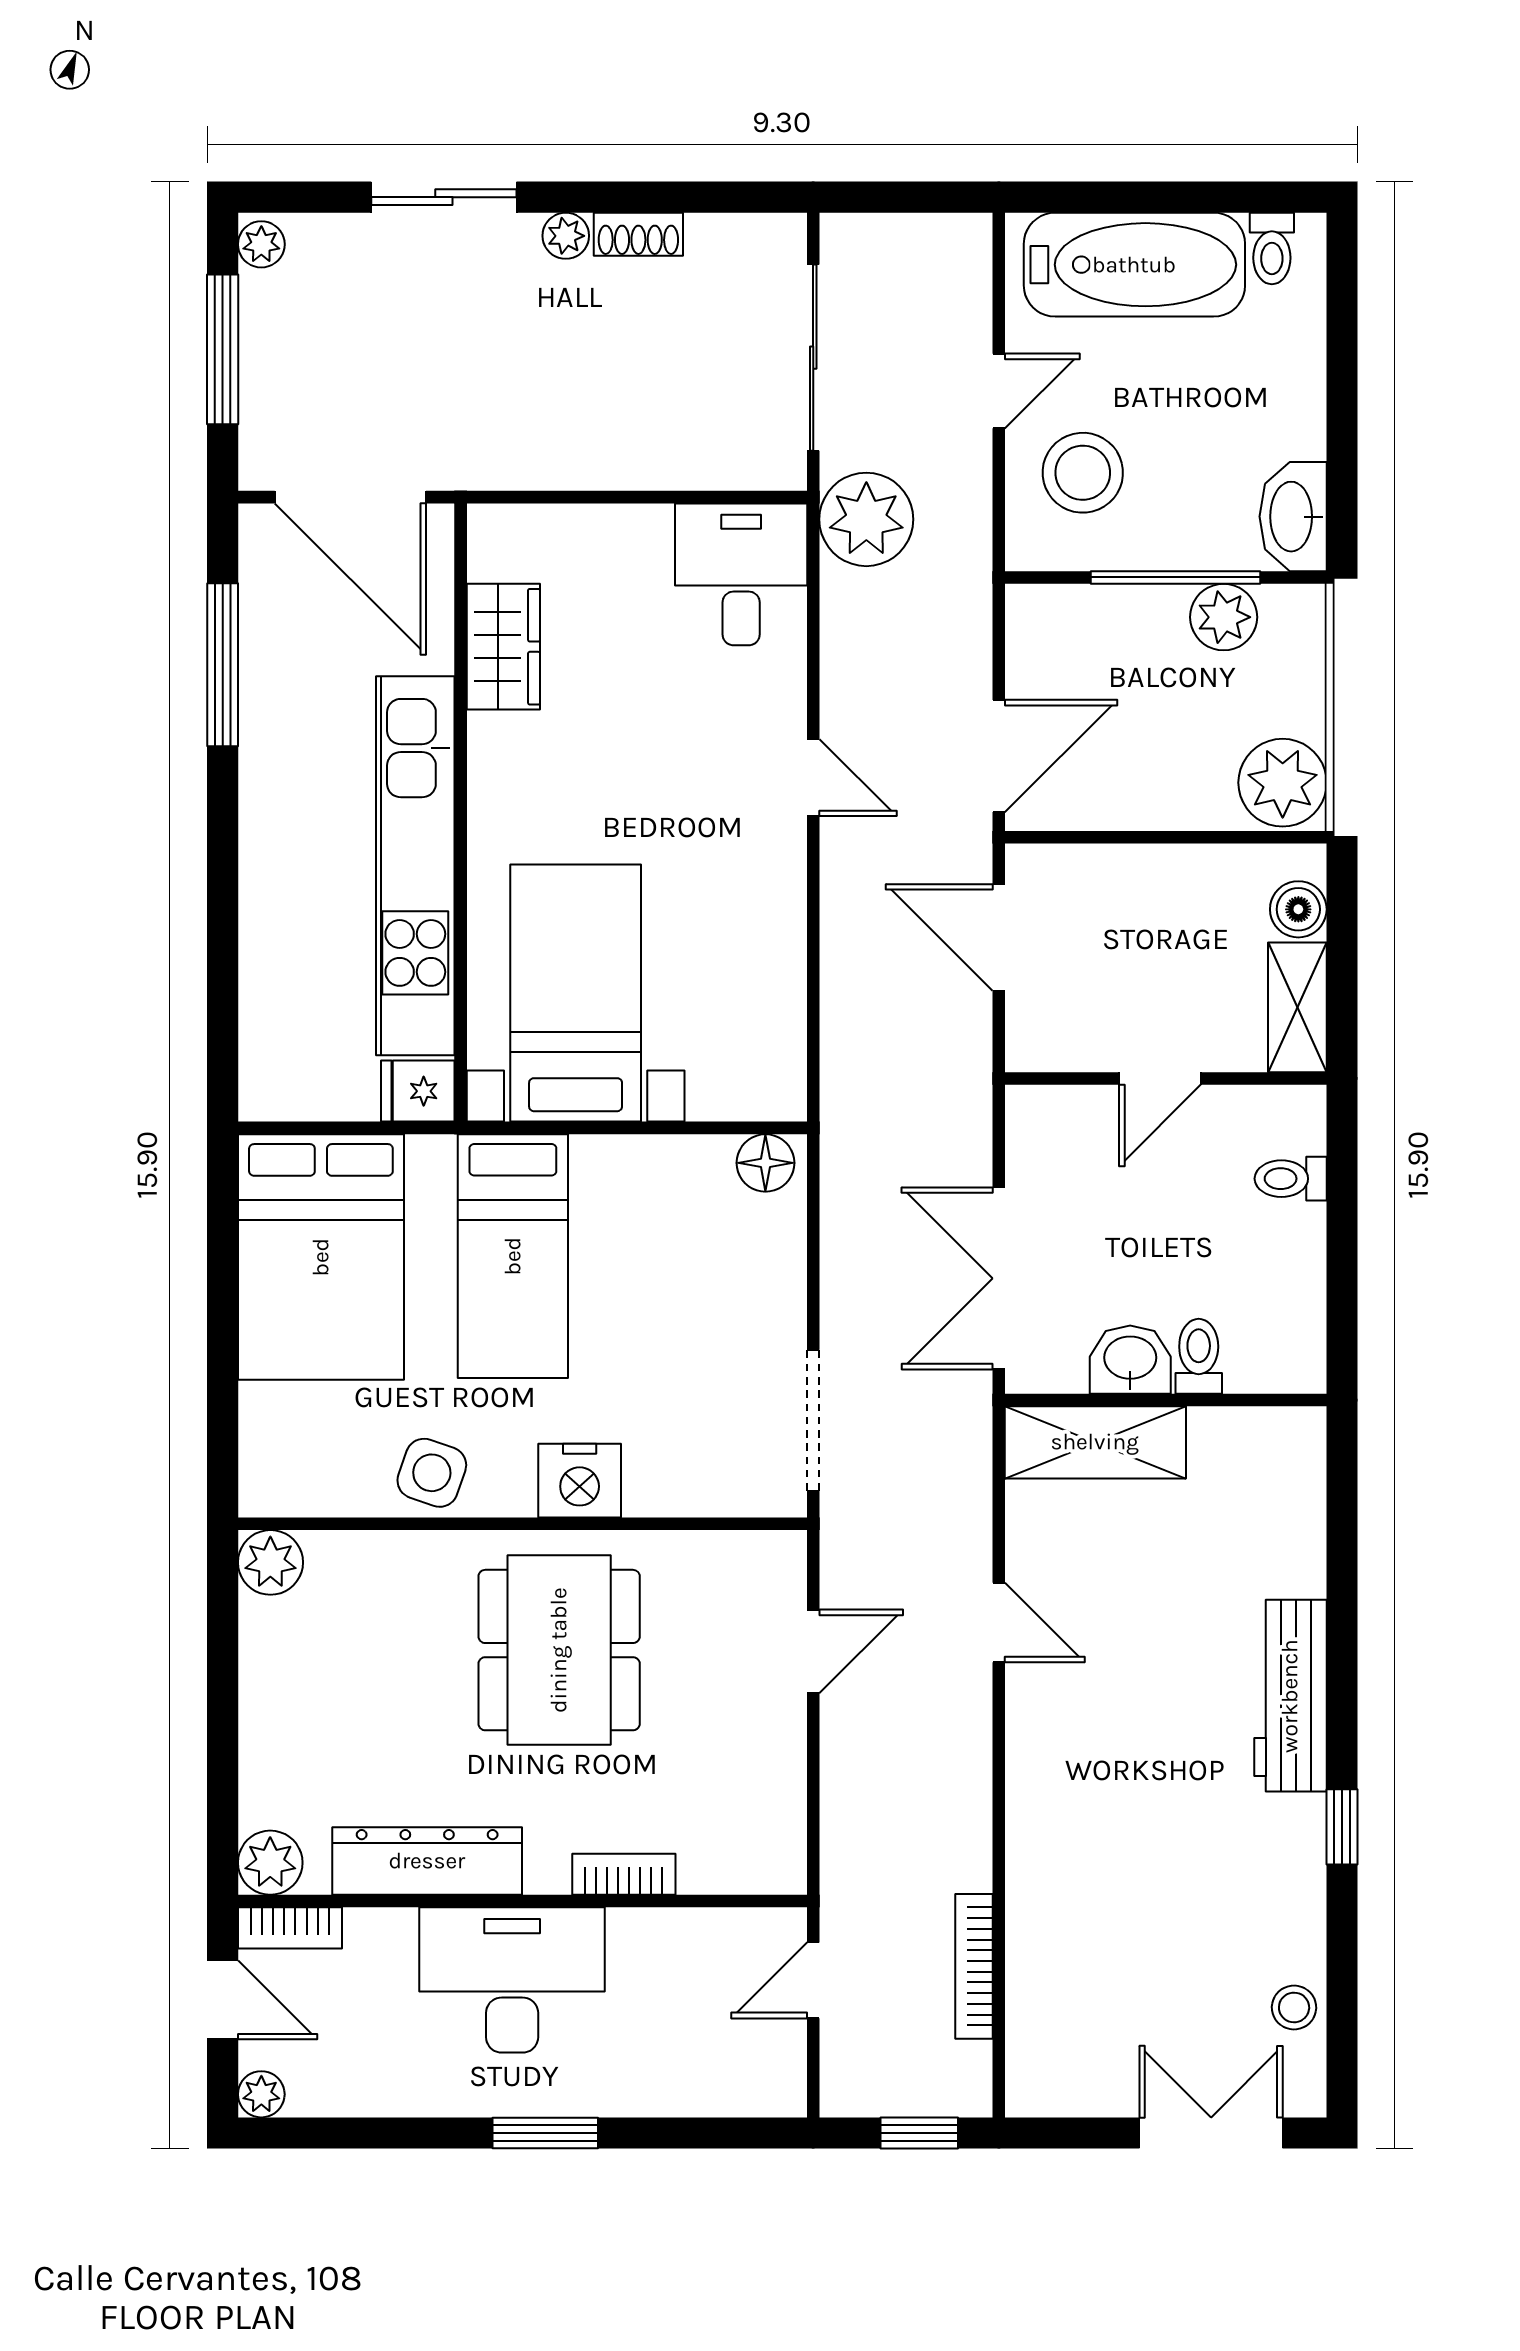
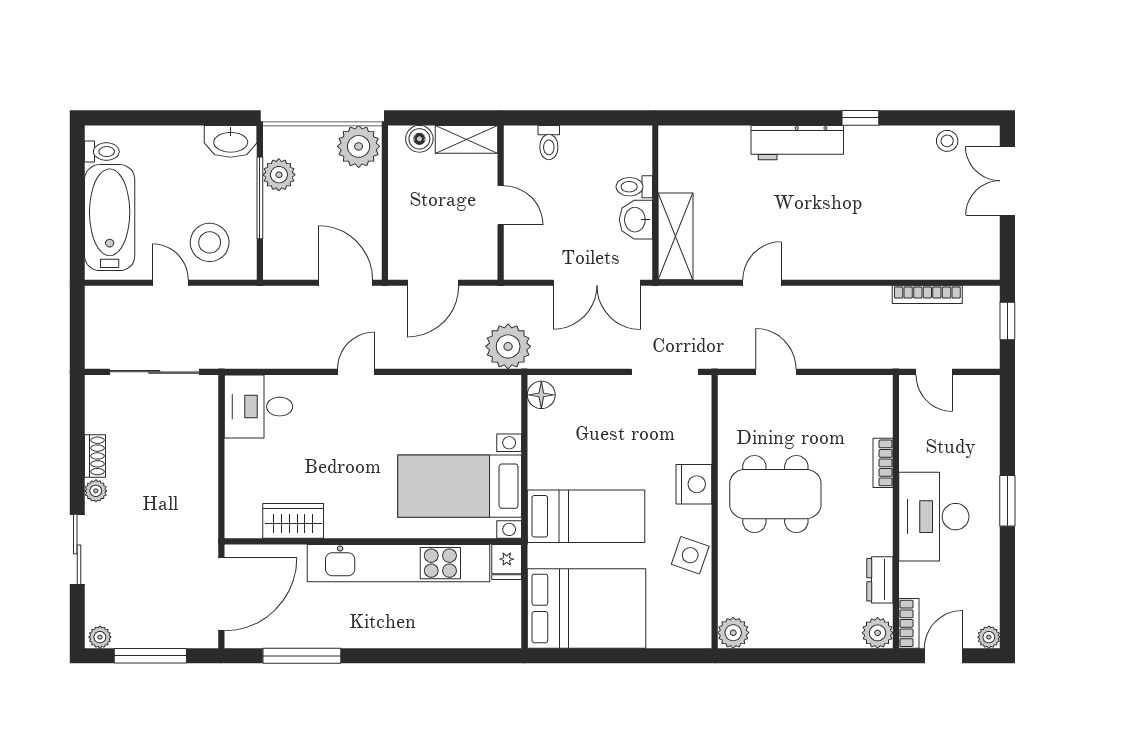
plant: (866, 519) -> (508, 346), moved
dresser: (427, 1861) -> (880, 580), width x0.51, depth x0.80

